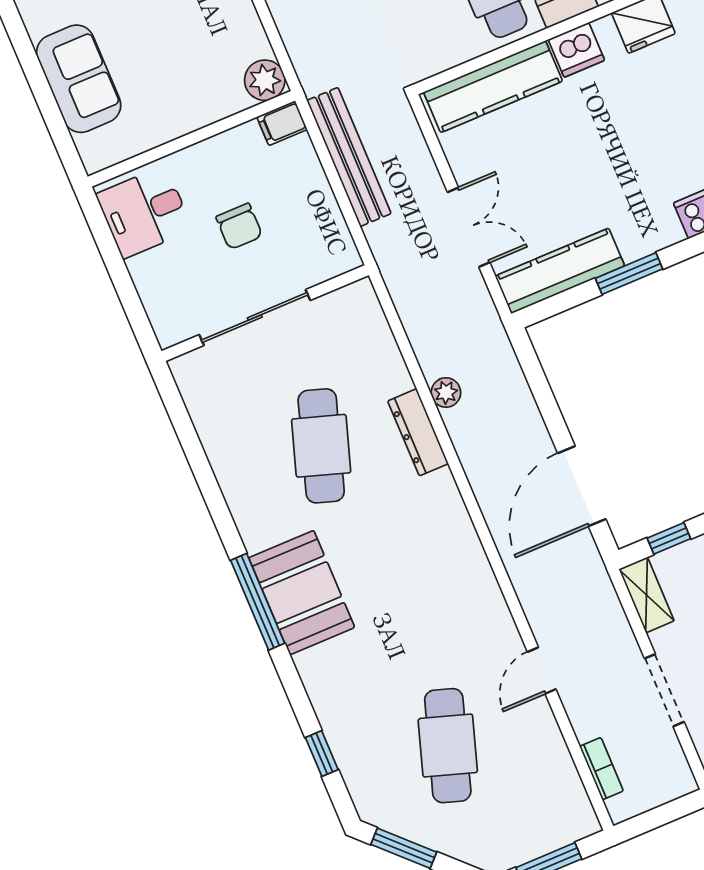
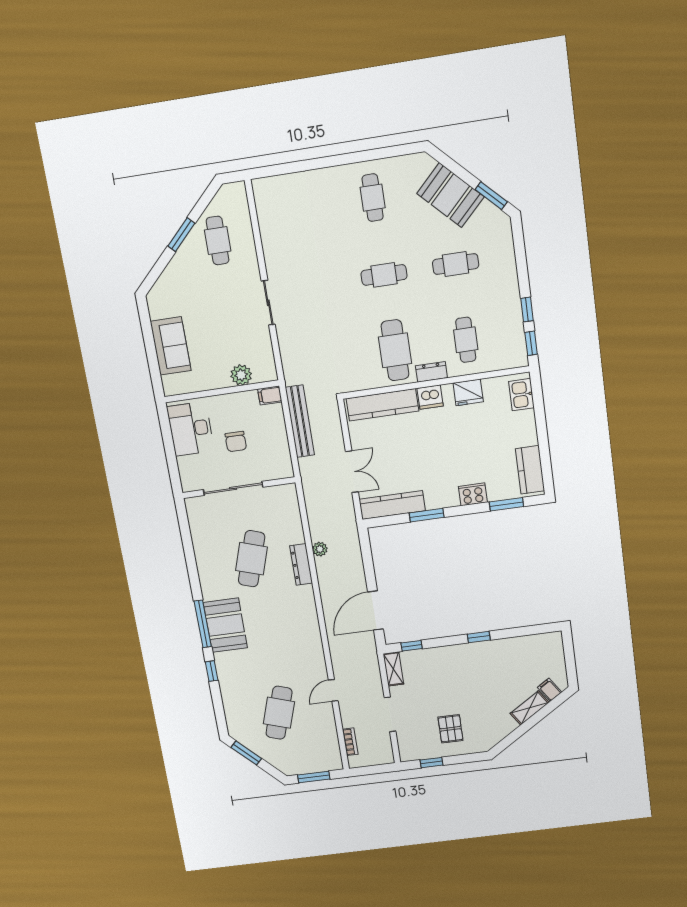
plant: (265, 80) -> (241, 375), moved
desk: (144, 212) -> (191, 429), width x1.37
window: (322, 754) -> (212, 671), moved

